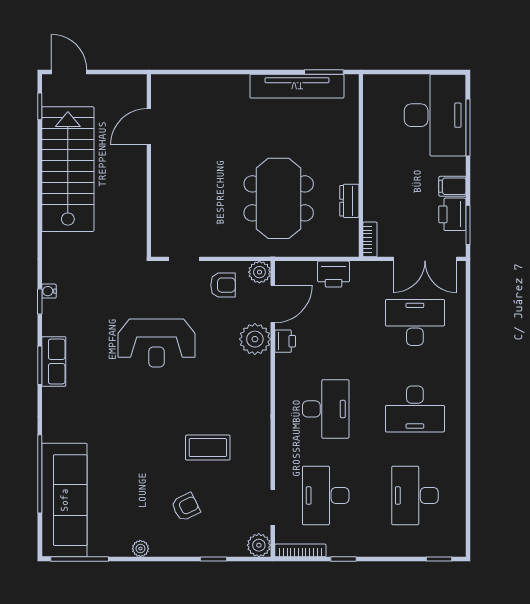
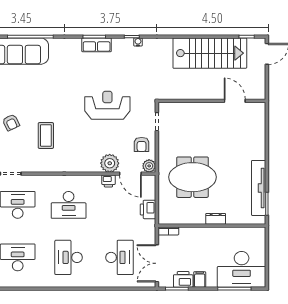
dresser: (349, 201) -> (216, 219), moved
reception desk: (156, 343) -> (107, 105), turned 90

